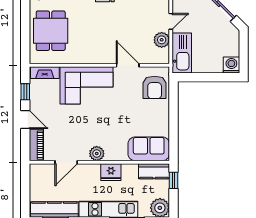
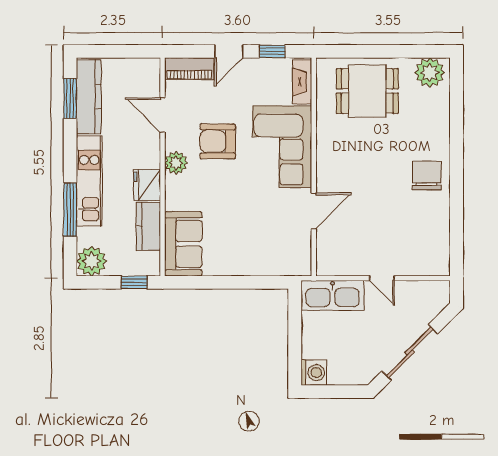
plant: (162, 40) -> (353, 264), removed
armchair: (155, 87) -> (218, 141), moved
kitchen counter: (154, 171) -> (148, 226), moved

